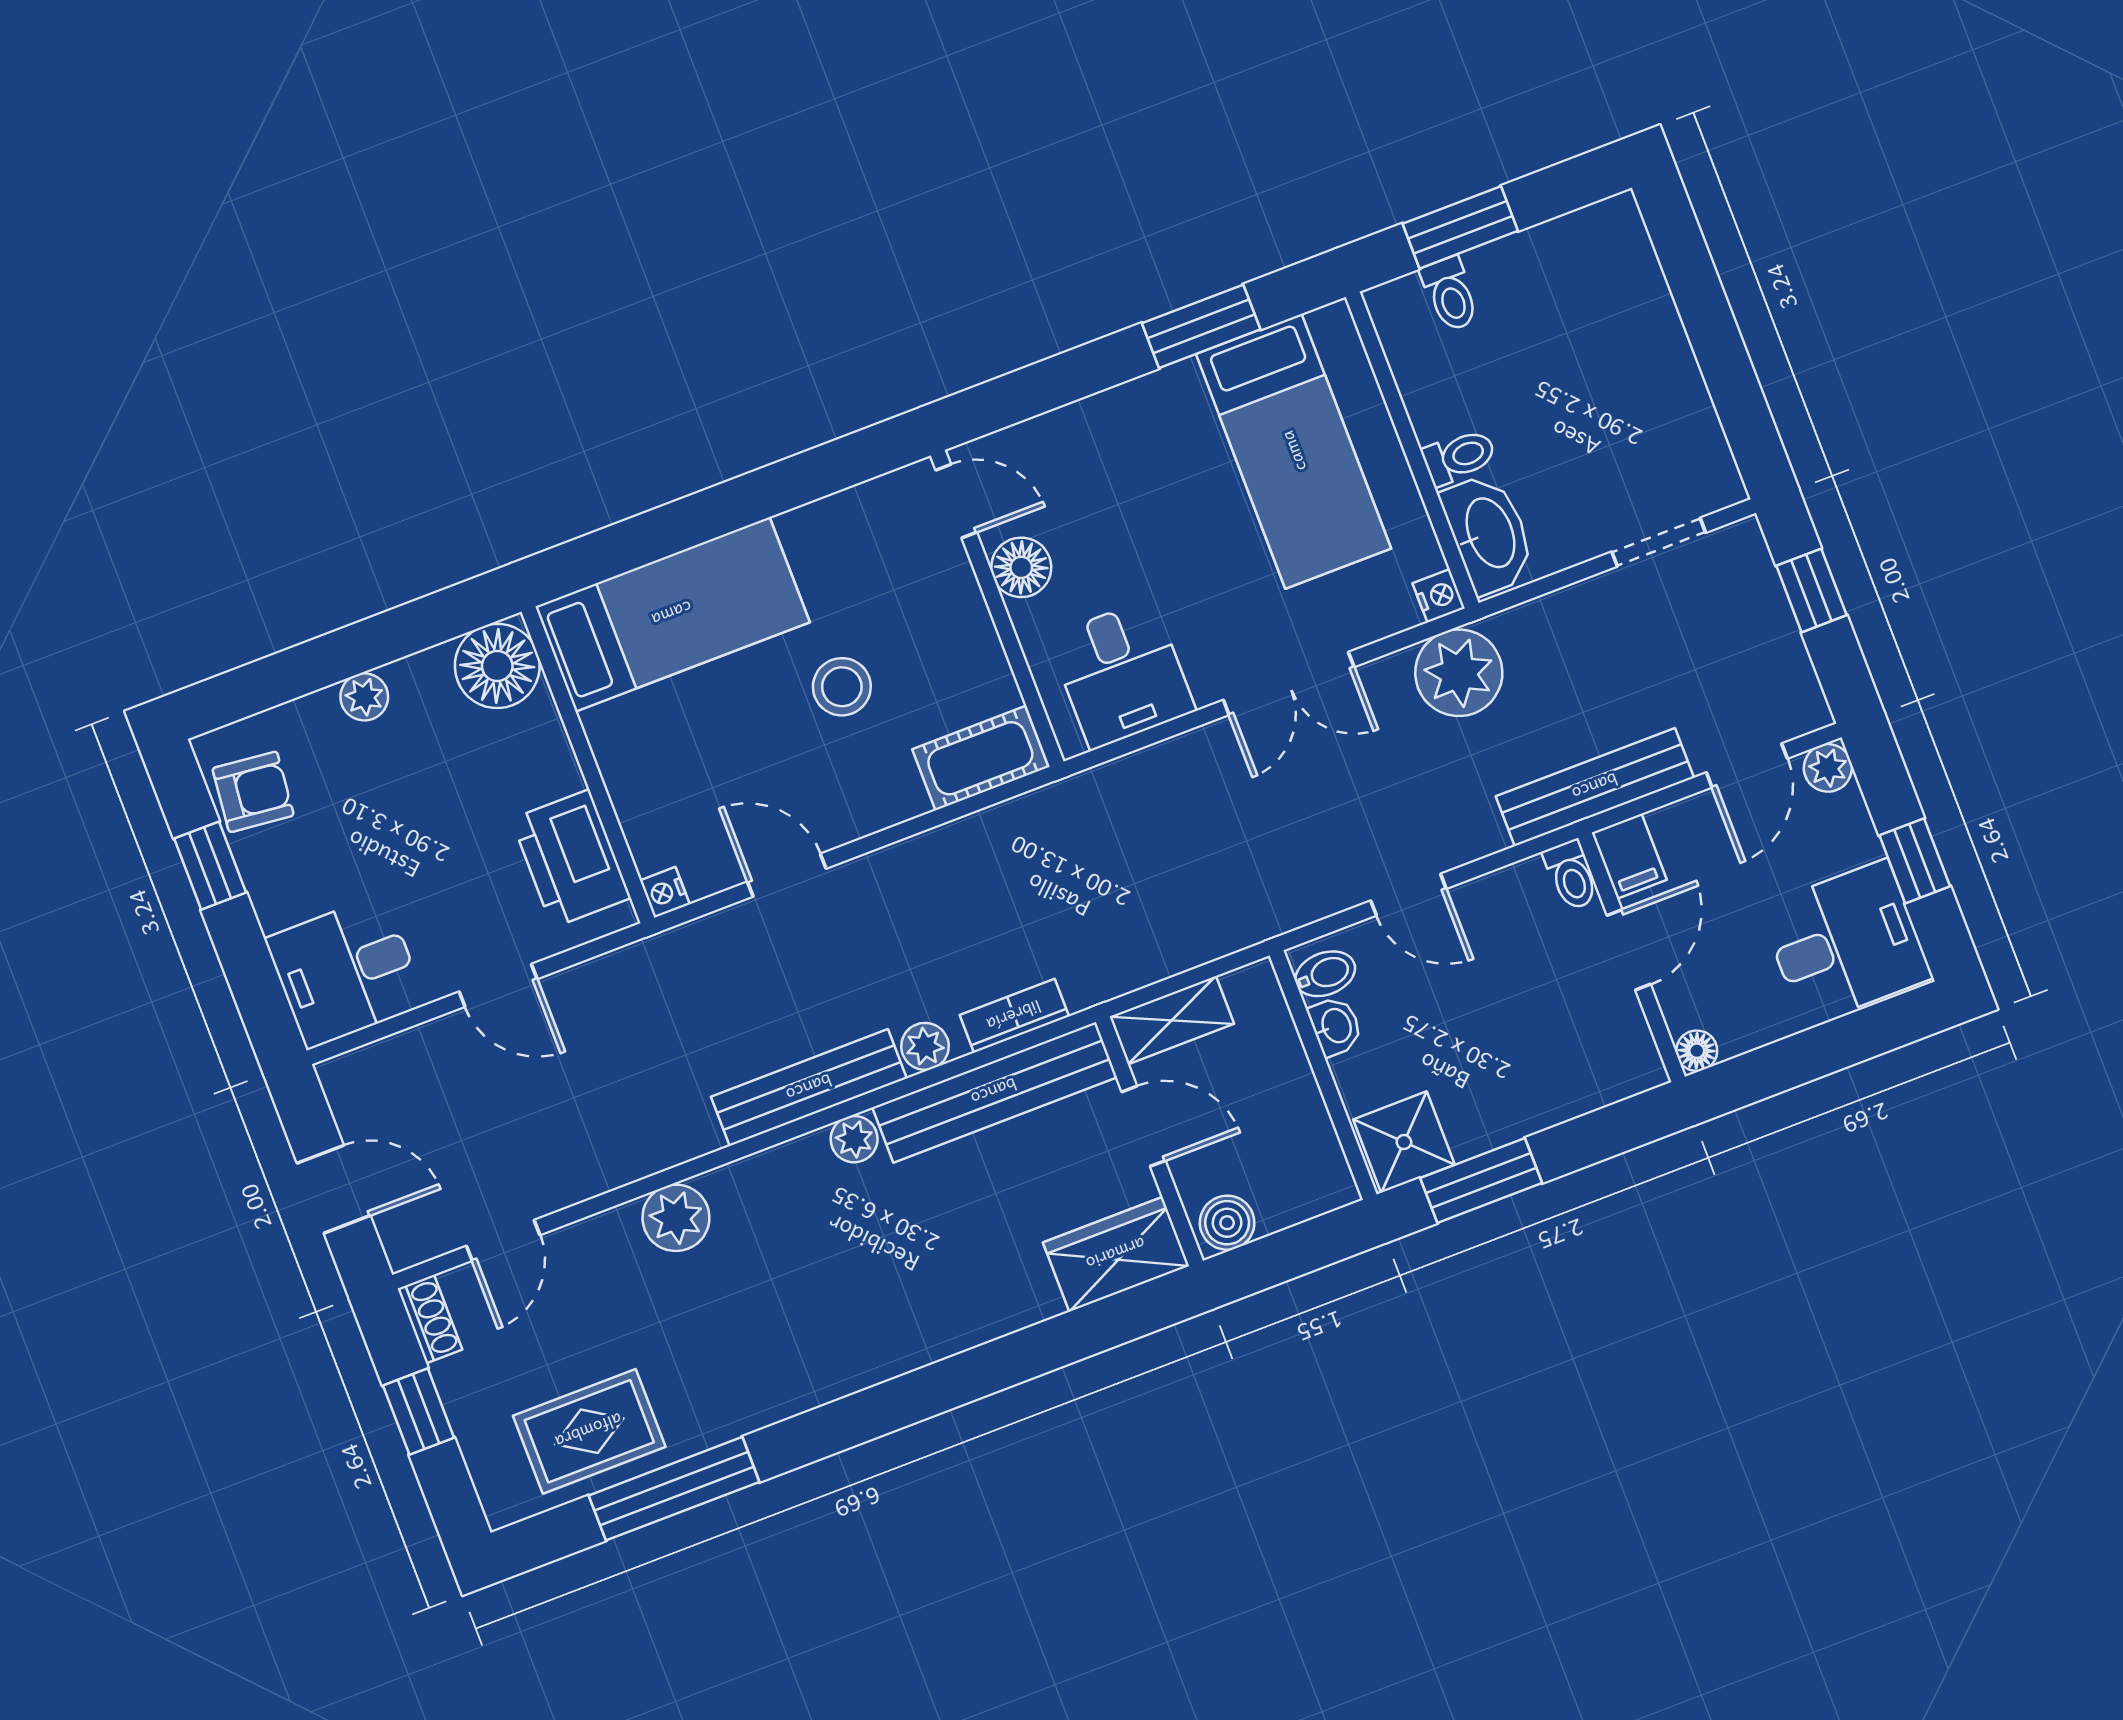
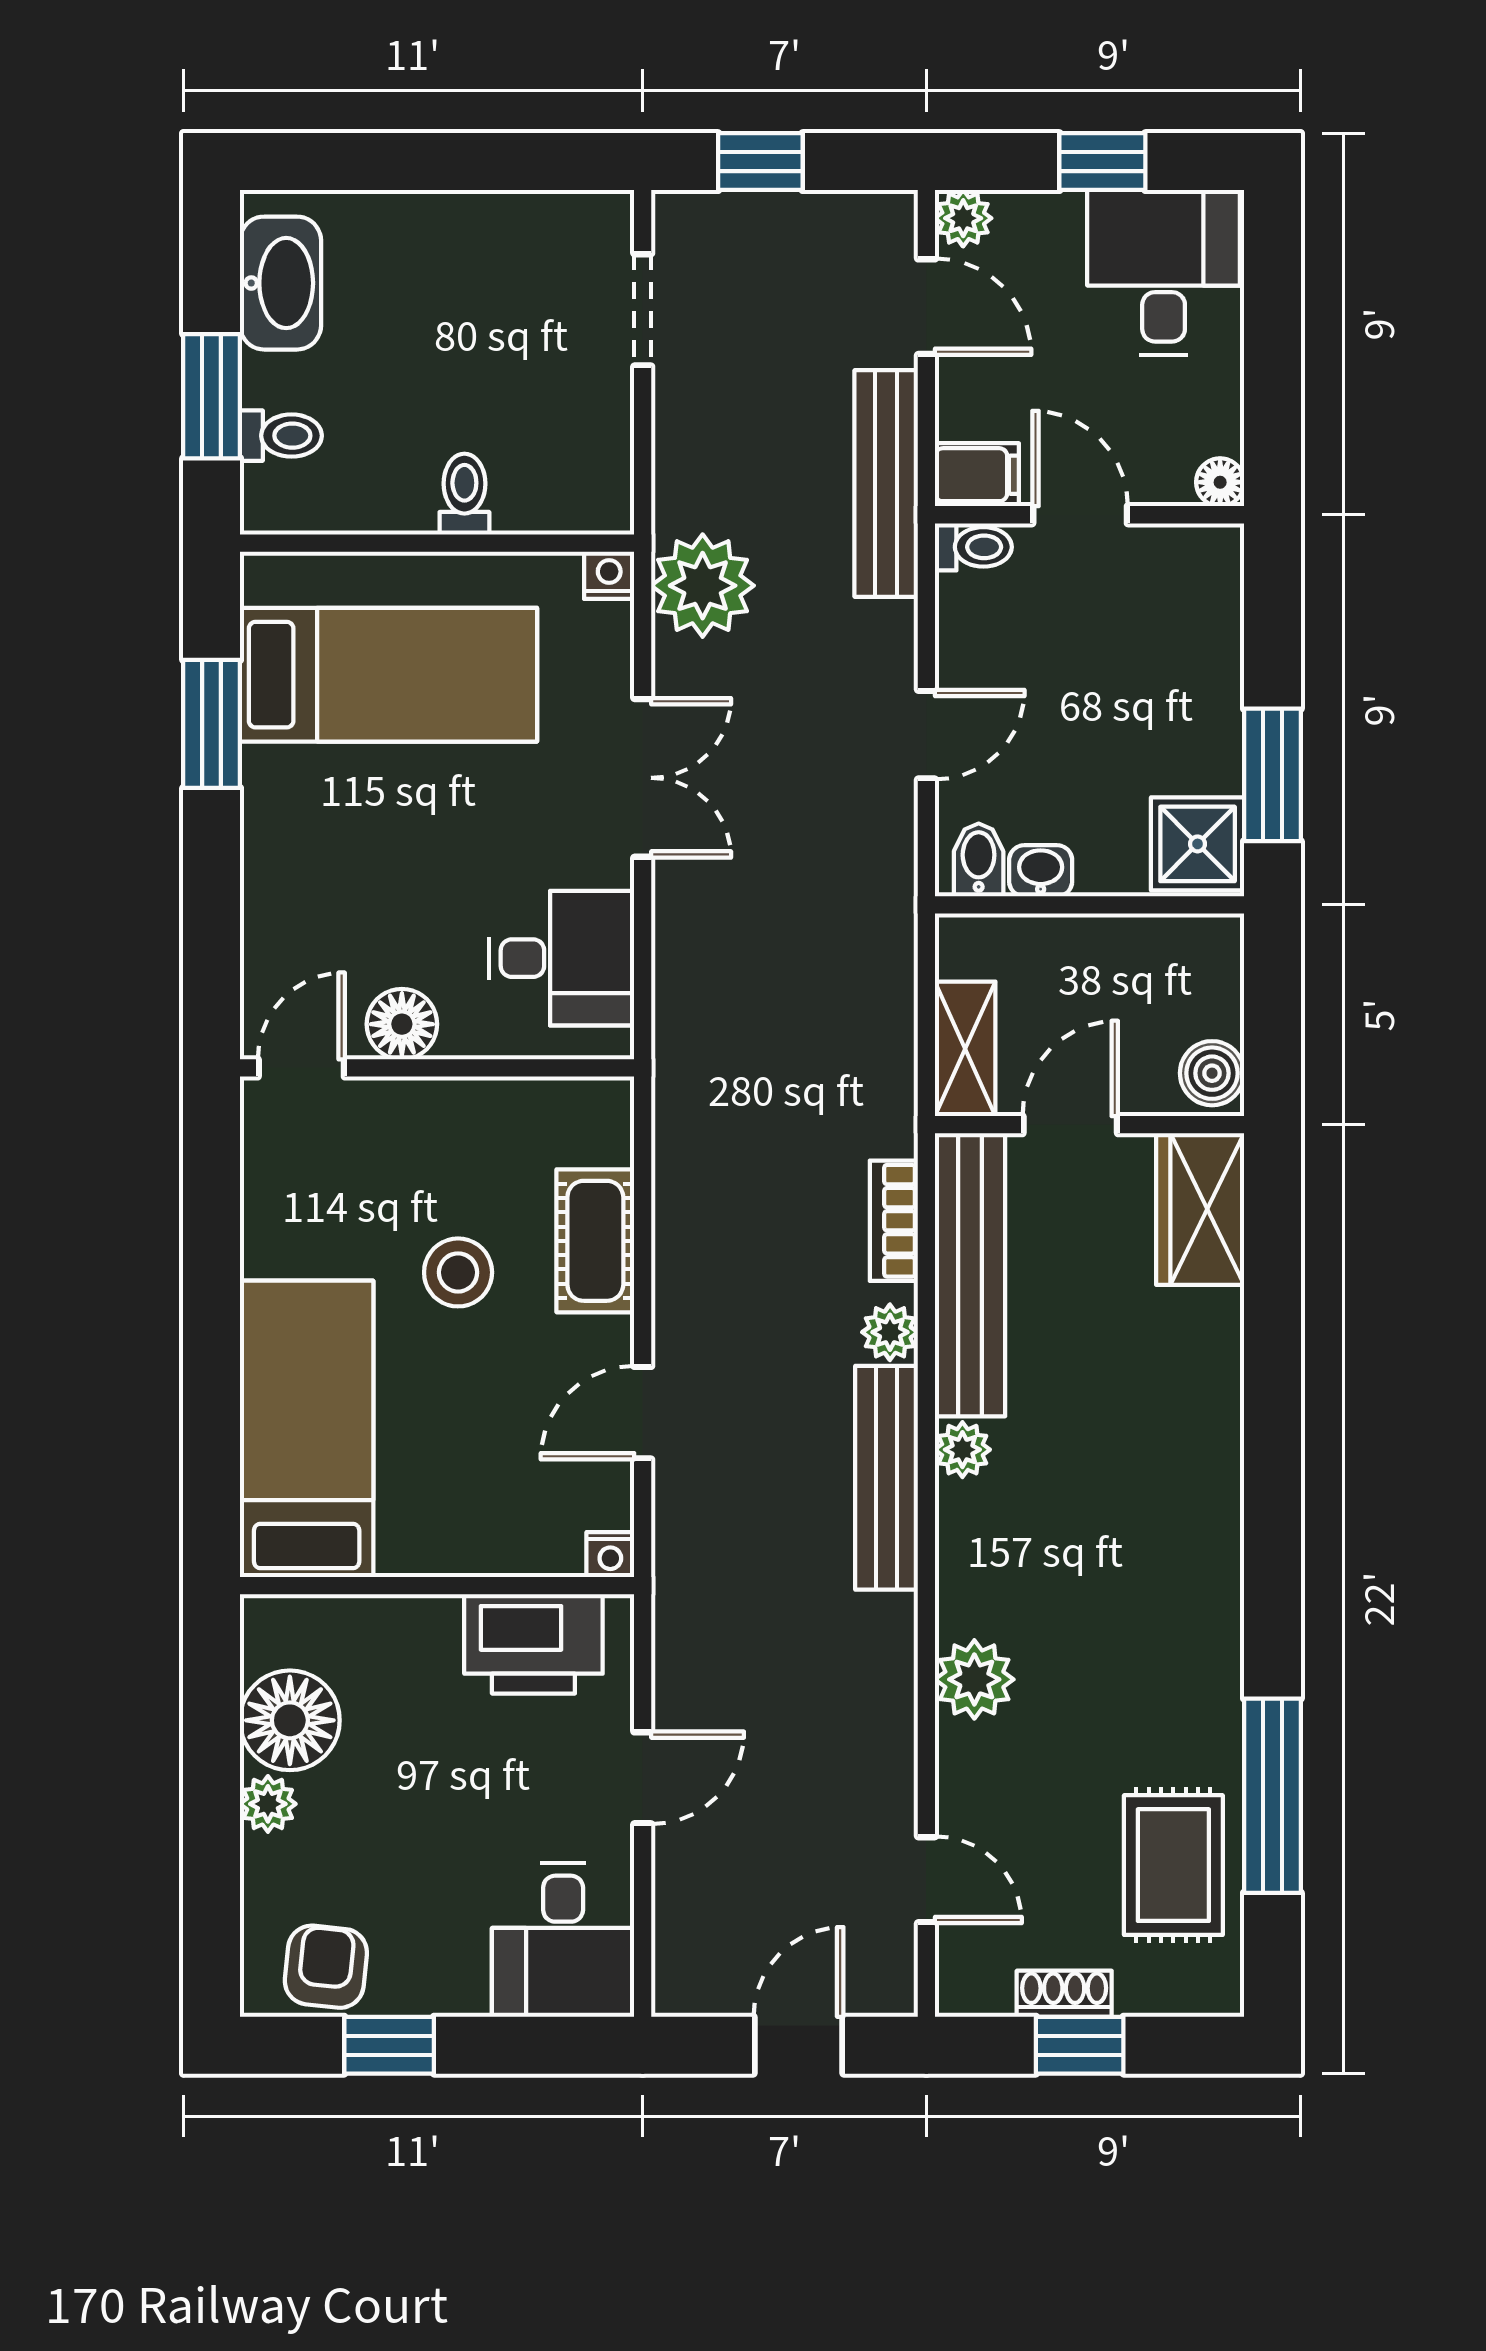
washbasin: (1489, 533) -> (281, 283), moved, turned 90
floor lamp: (497, 666) -> (290, 1720), moved
cot: (980, 758) -> (595, 1241), moved
shoe rack: (430, 1319) -> (1064, 1994), moved

